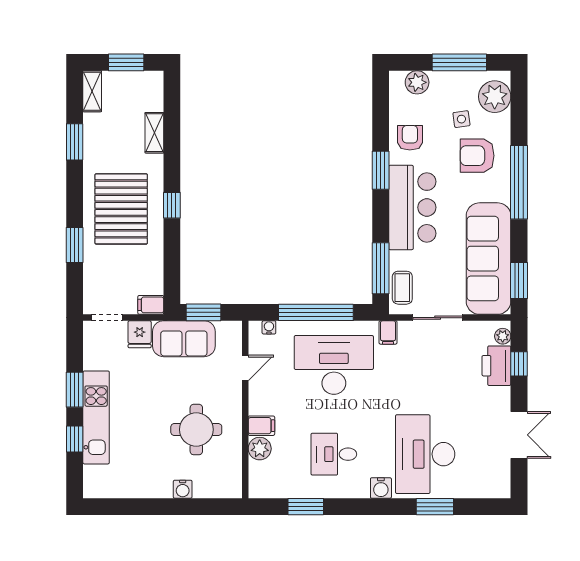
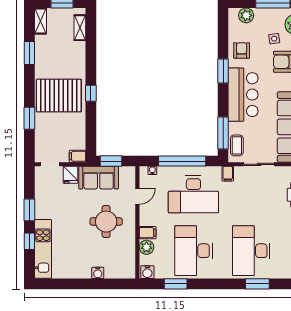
shelving: (154, 133) -> (80, 28), moved
pallet: (121, 209) -> (59, 96), turned 90
desk: (334, 365) -> (193, 194), turned 180
kitchen unit: (96, 417) -> (43, 249), moved
round table: (196, 430) -> (106, 222), moved
desk: (334, 454) -> (193, 251), width x1.87, depth x1.30
water cooler: (381, 488) -> (147, 272), moved

